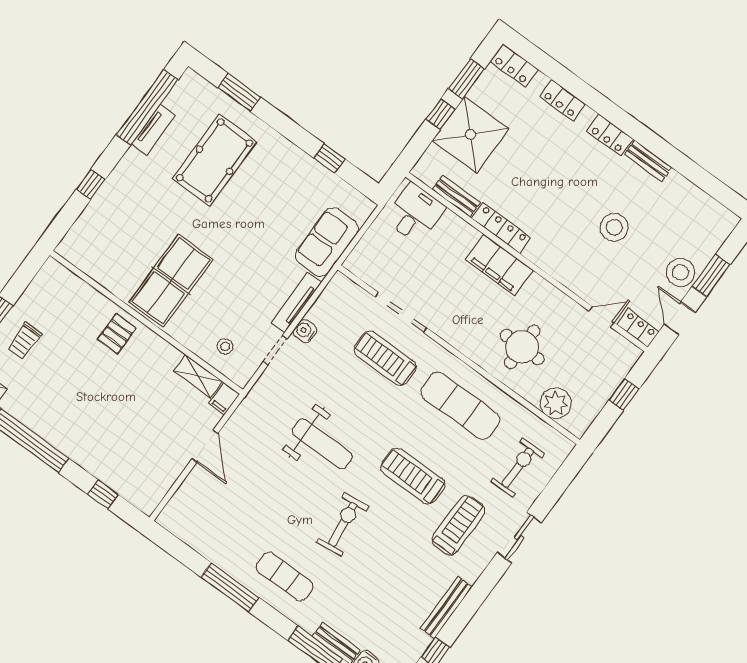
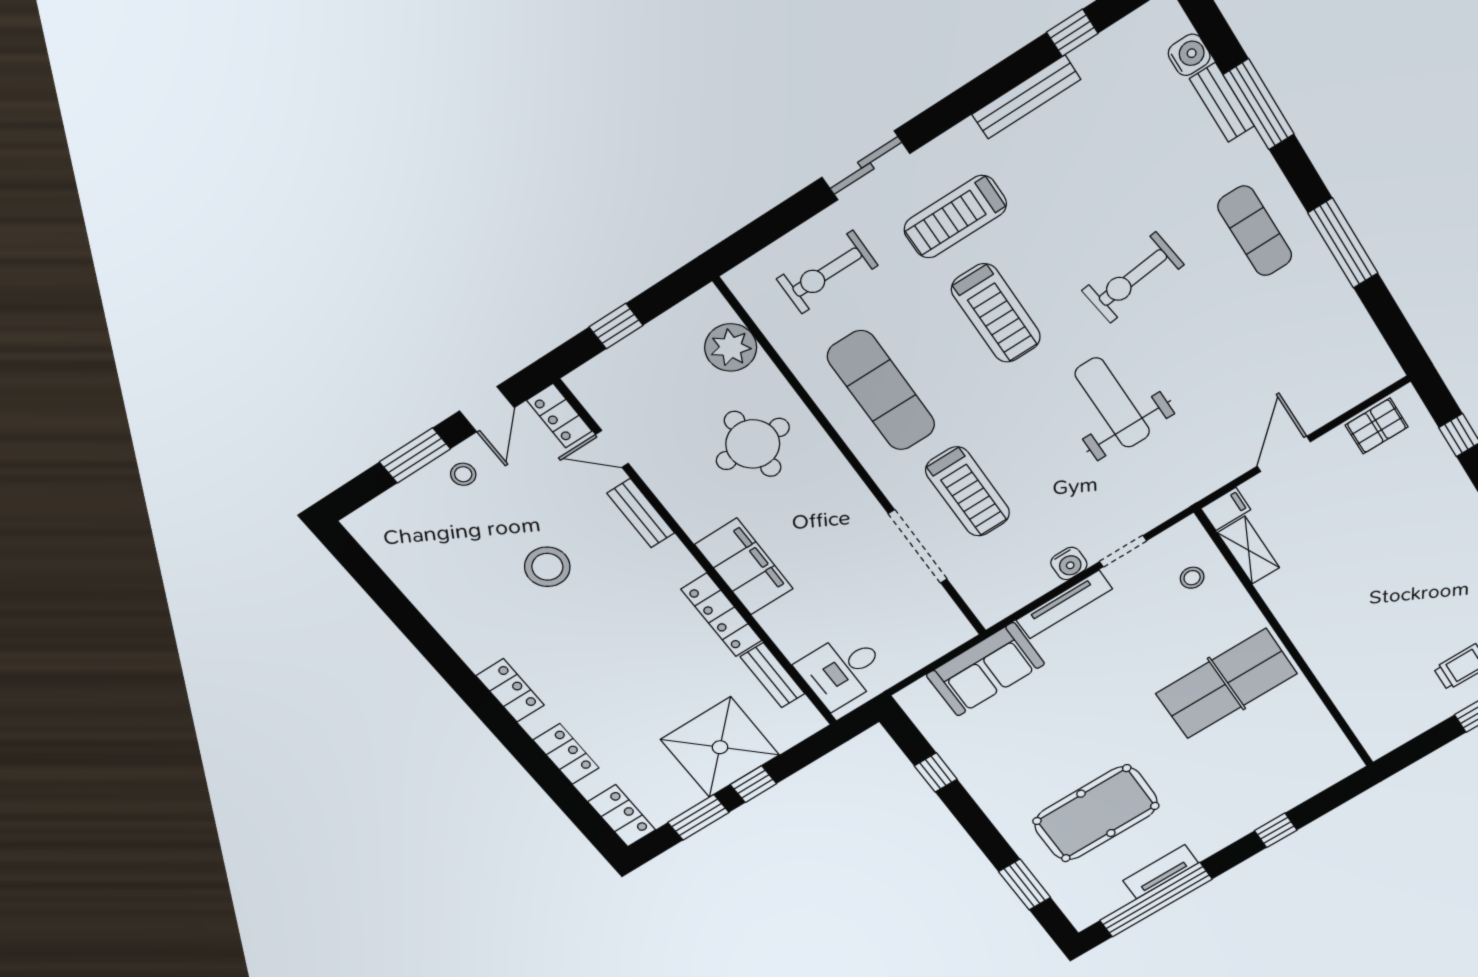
bench: (648, 161) -> (641, 513), moved
stool: (681, 272) -> (463, 474), width x0.53, depth x0.53
pallet: (117, 334) -> (1377, 426), moved

